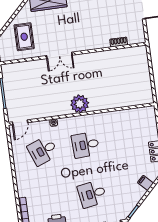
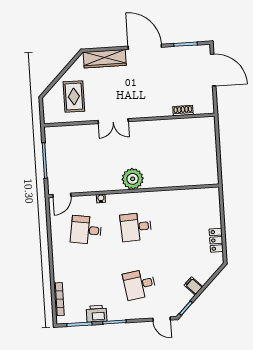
desk: (43, 151) -> (86, 230), turned 30
filing cabinet: (146, 183) -> (193, 286), moved

